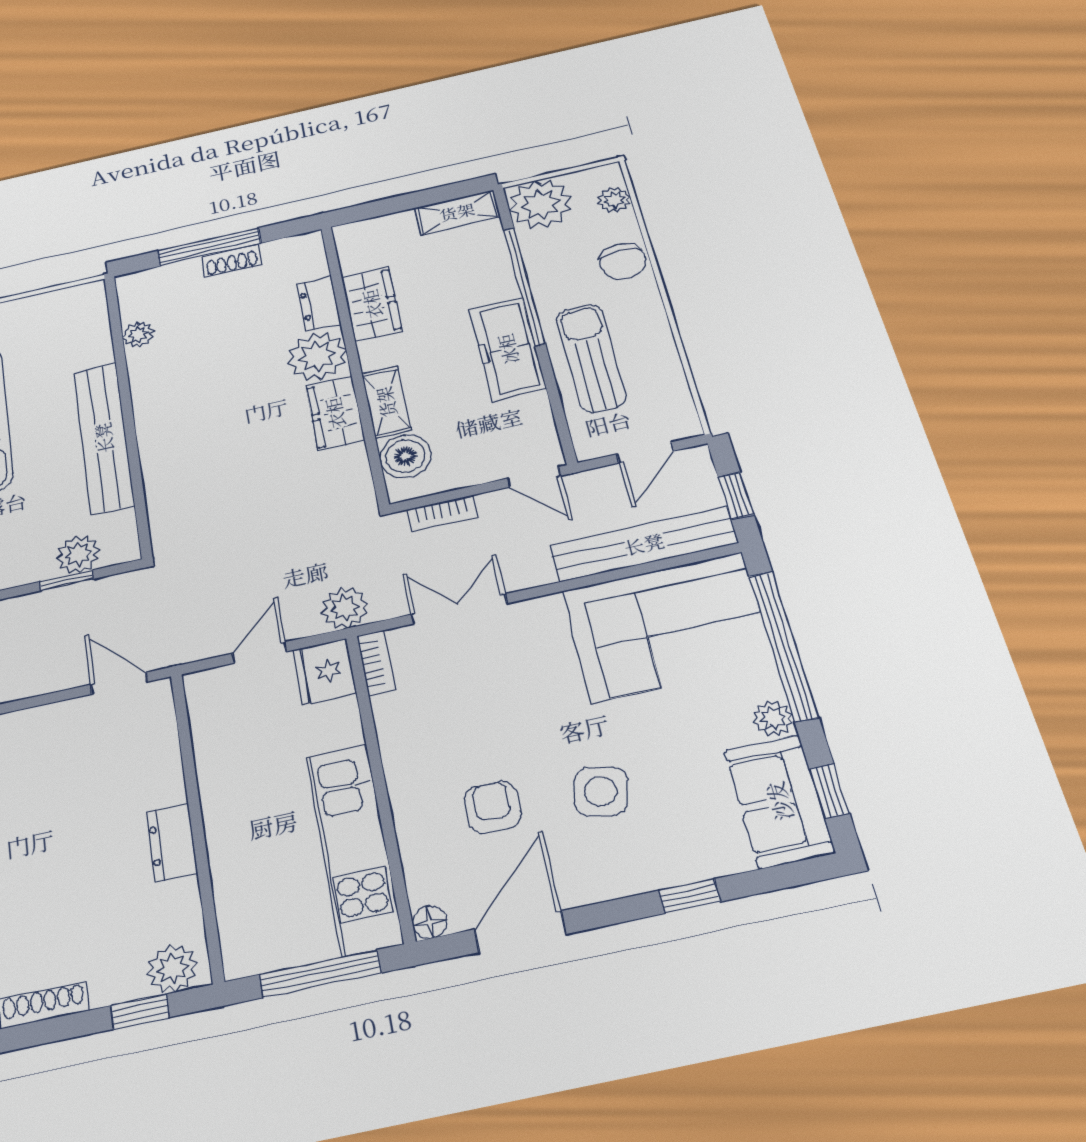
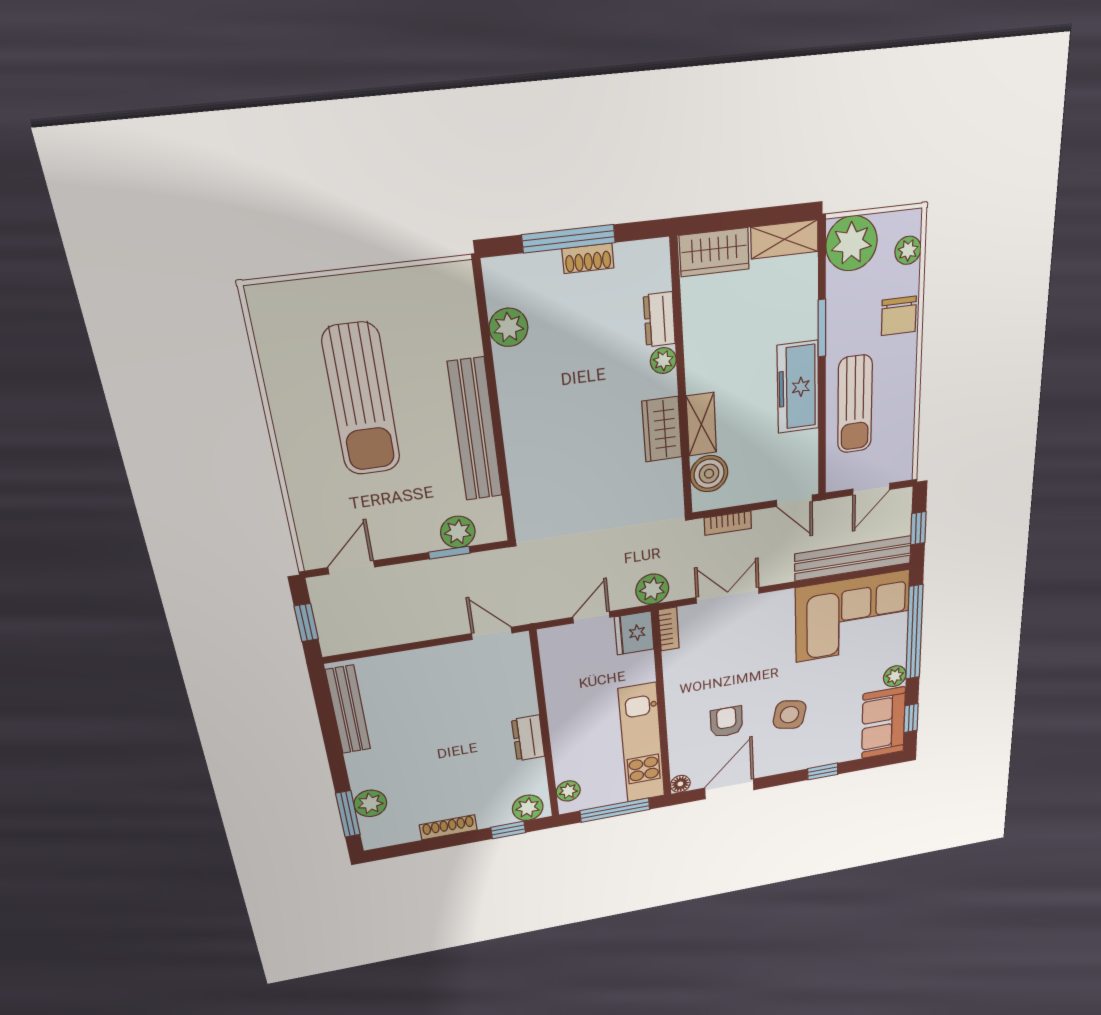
window: (524, 286) -> (822, 328), width x0.47
wardrobe: (372, 304) -> (714, 252), moved, turned 90
plant: (138, 334) -> (509, 327), width x1.38, depth x1.38
plant: (317, 356) -> (663, 361), width x0.53, depth x0.53
sun lounger: (591, 358) -> (855, 404), turned 180
plant: (238, 937) -> (568, 791), added

